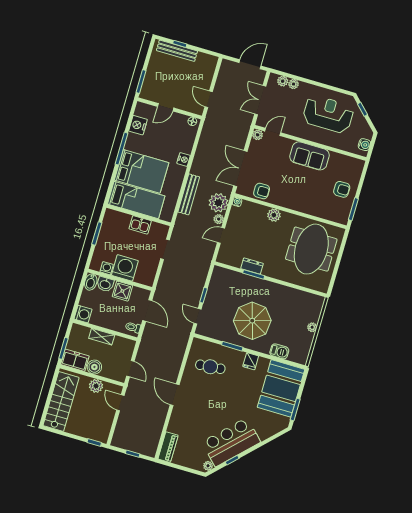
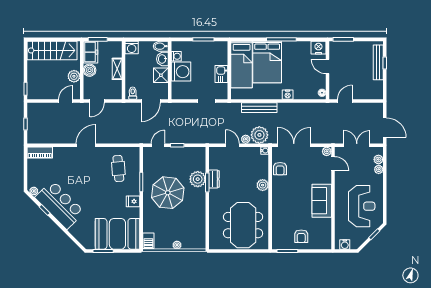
nightstand: (138, 125) -> (318, 48), moved
meeting table: (311, 249) -> (243, 225), turned 90
plant: (247, 284) -> (198, 179), added
barbecue: (279, 351) -> (148, 241), moved

